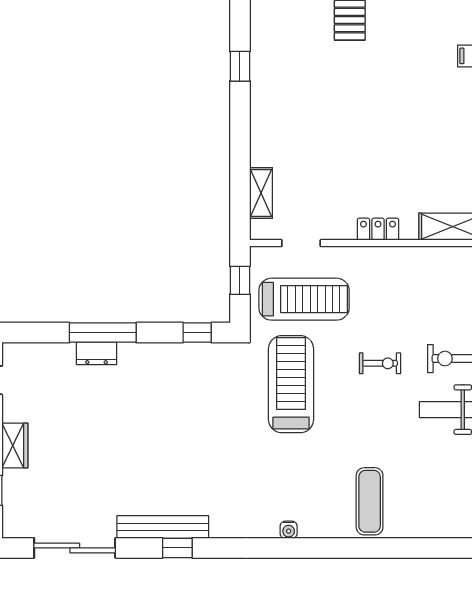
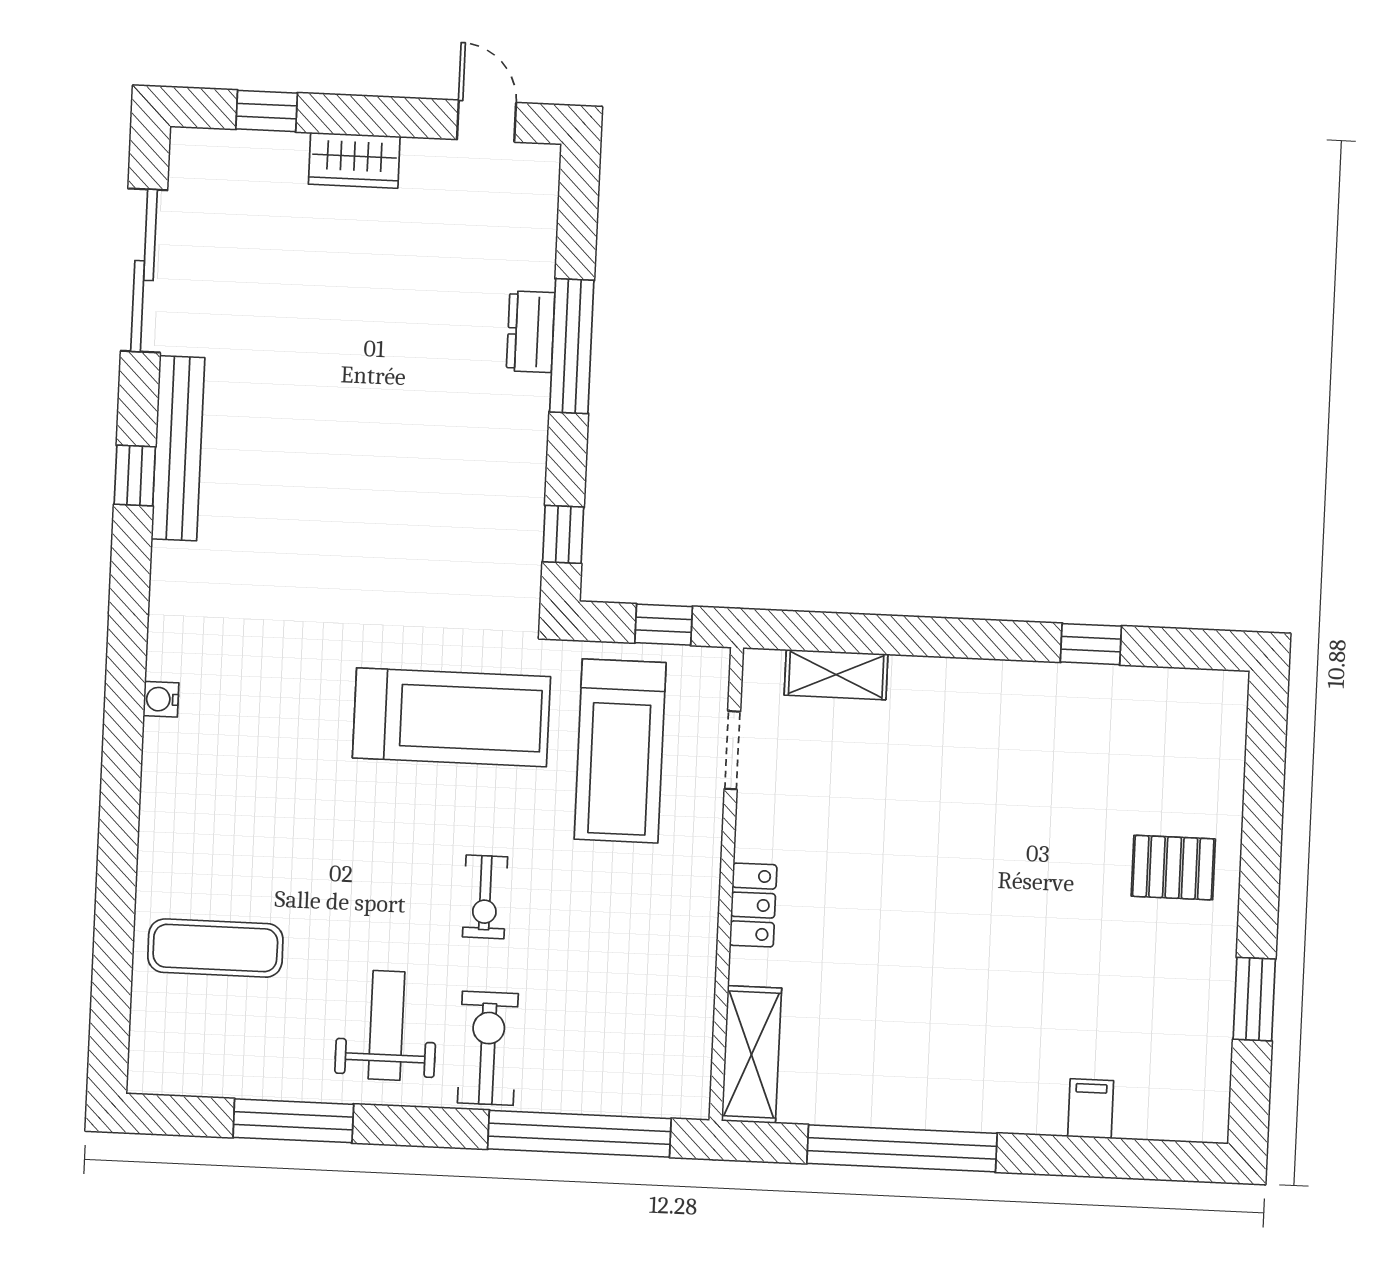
exercise mat: (370, 501) -> (215, 948), moved

